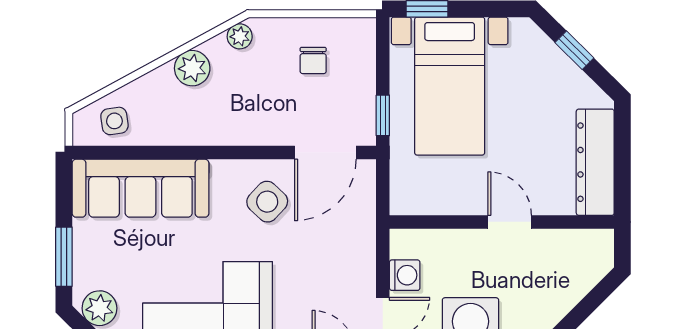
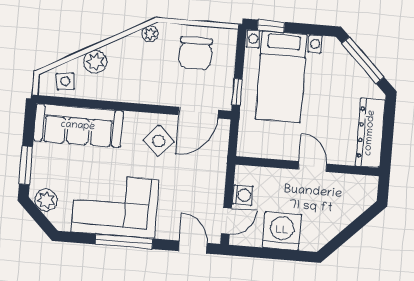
window: (574, 50) -> (363, 60), width x2.17
chair: (313, 61) -> (195, 53), width x1.87, depth x1.87
plant: (192, 68) -> (95, 62), moved

